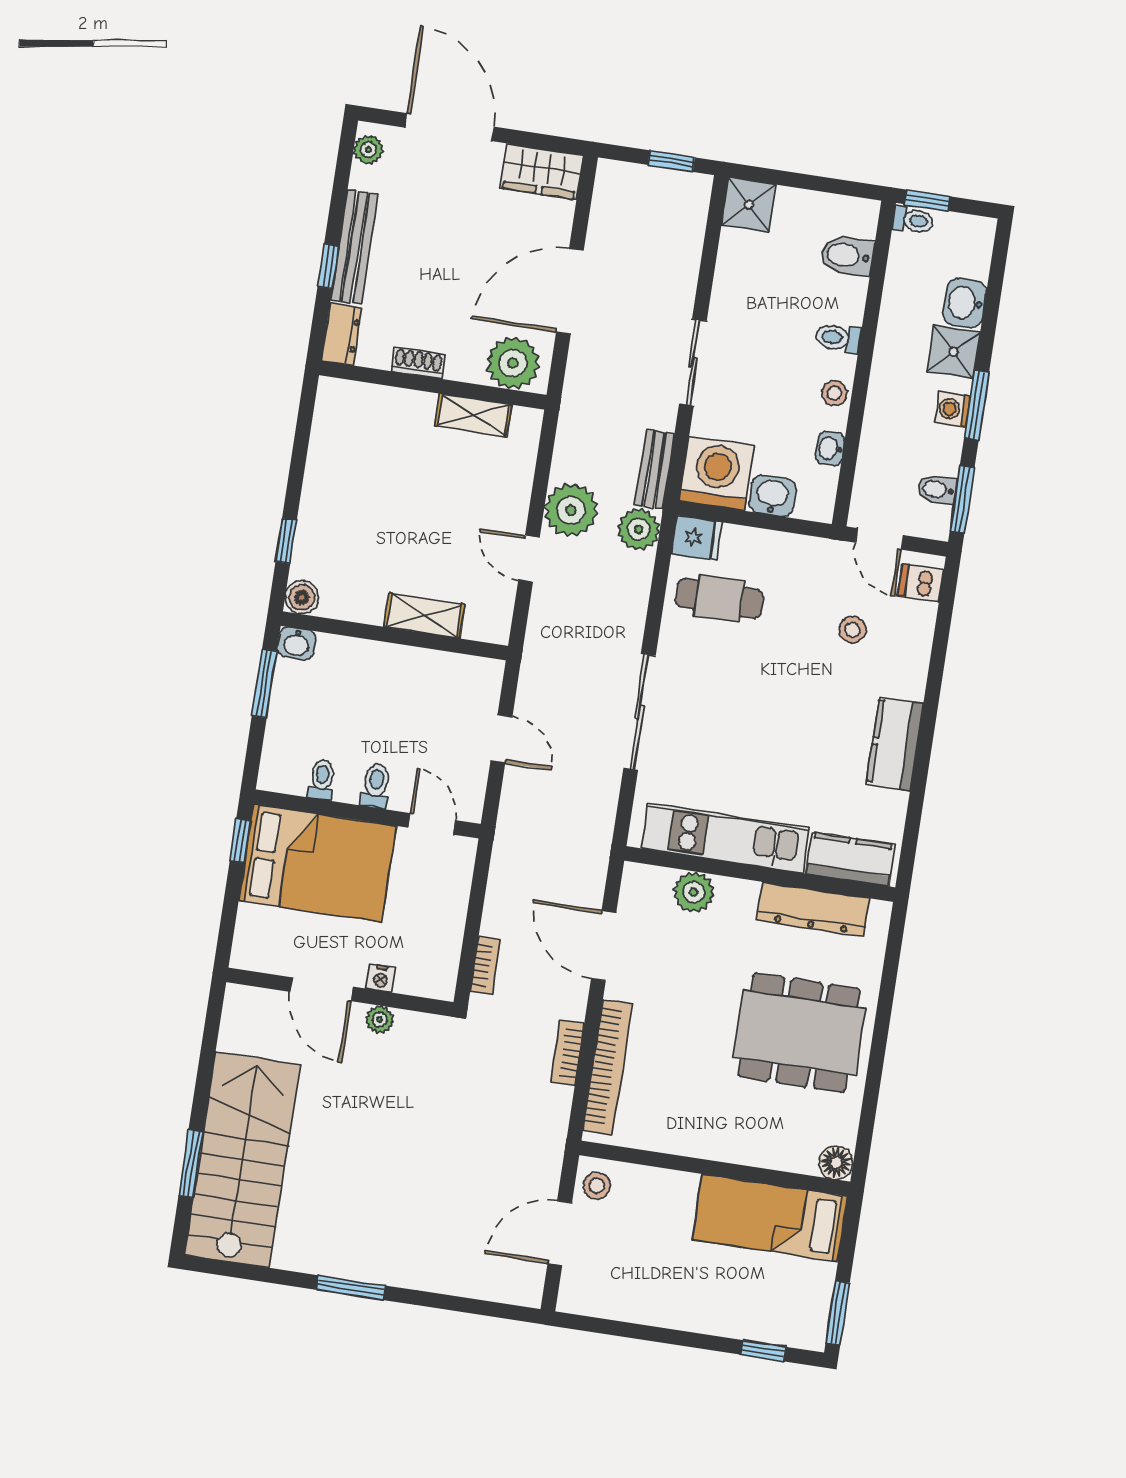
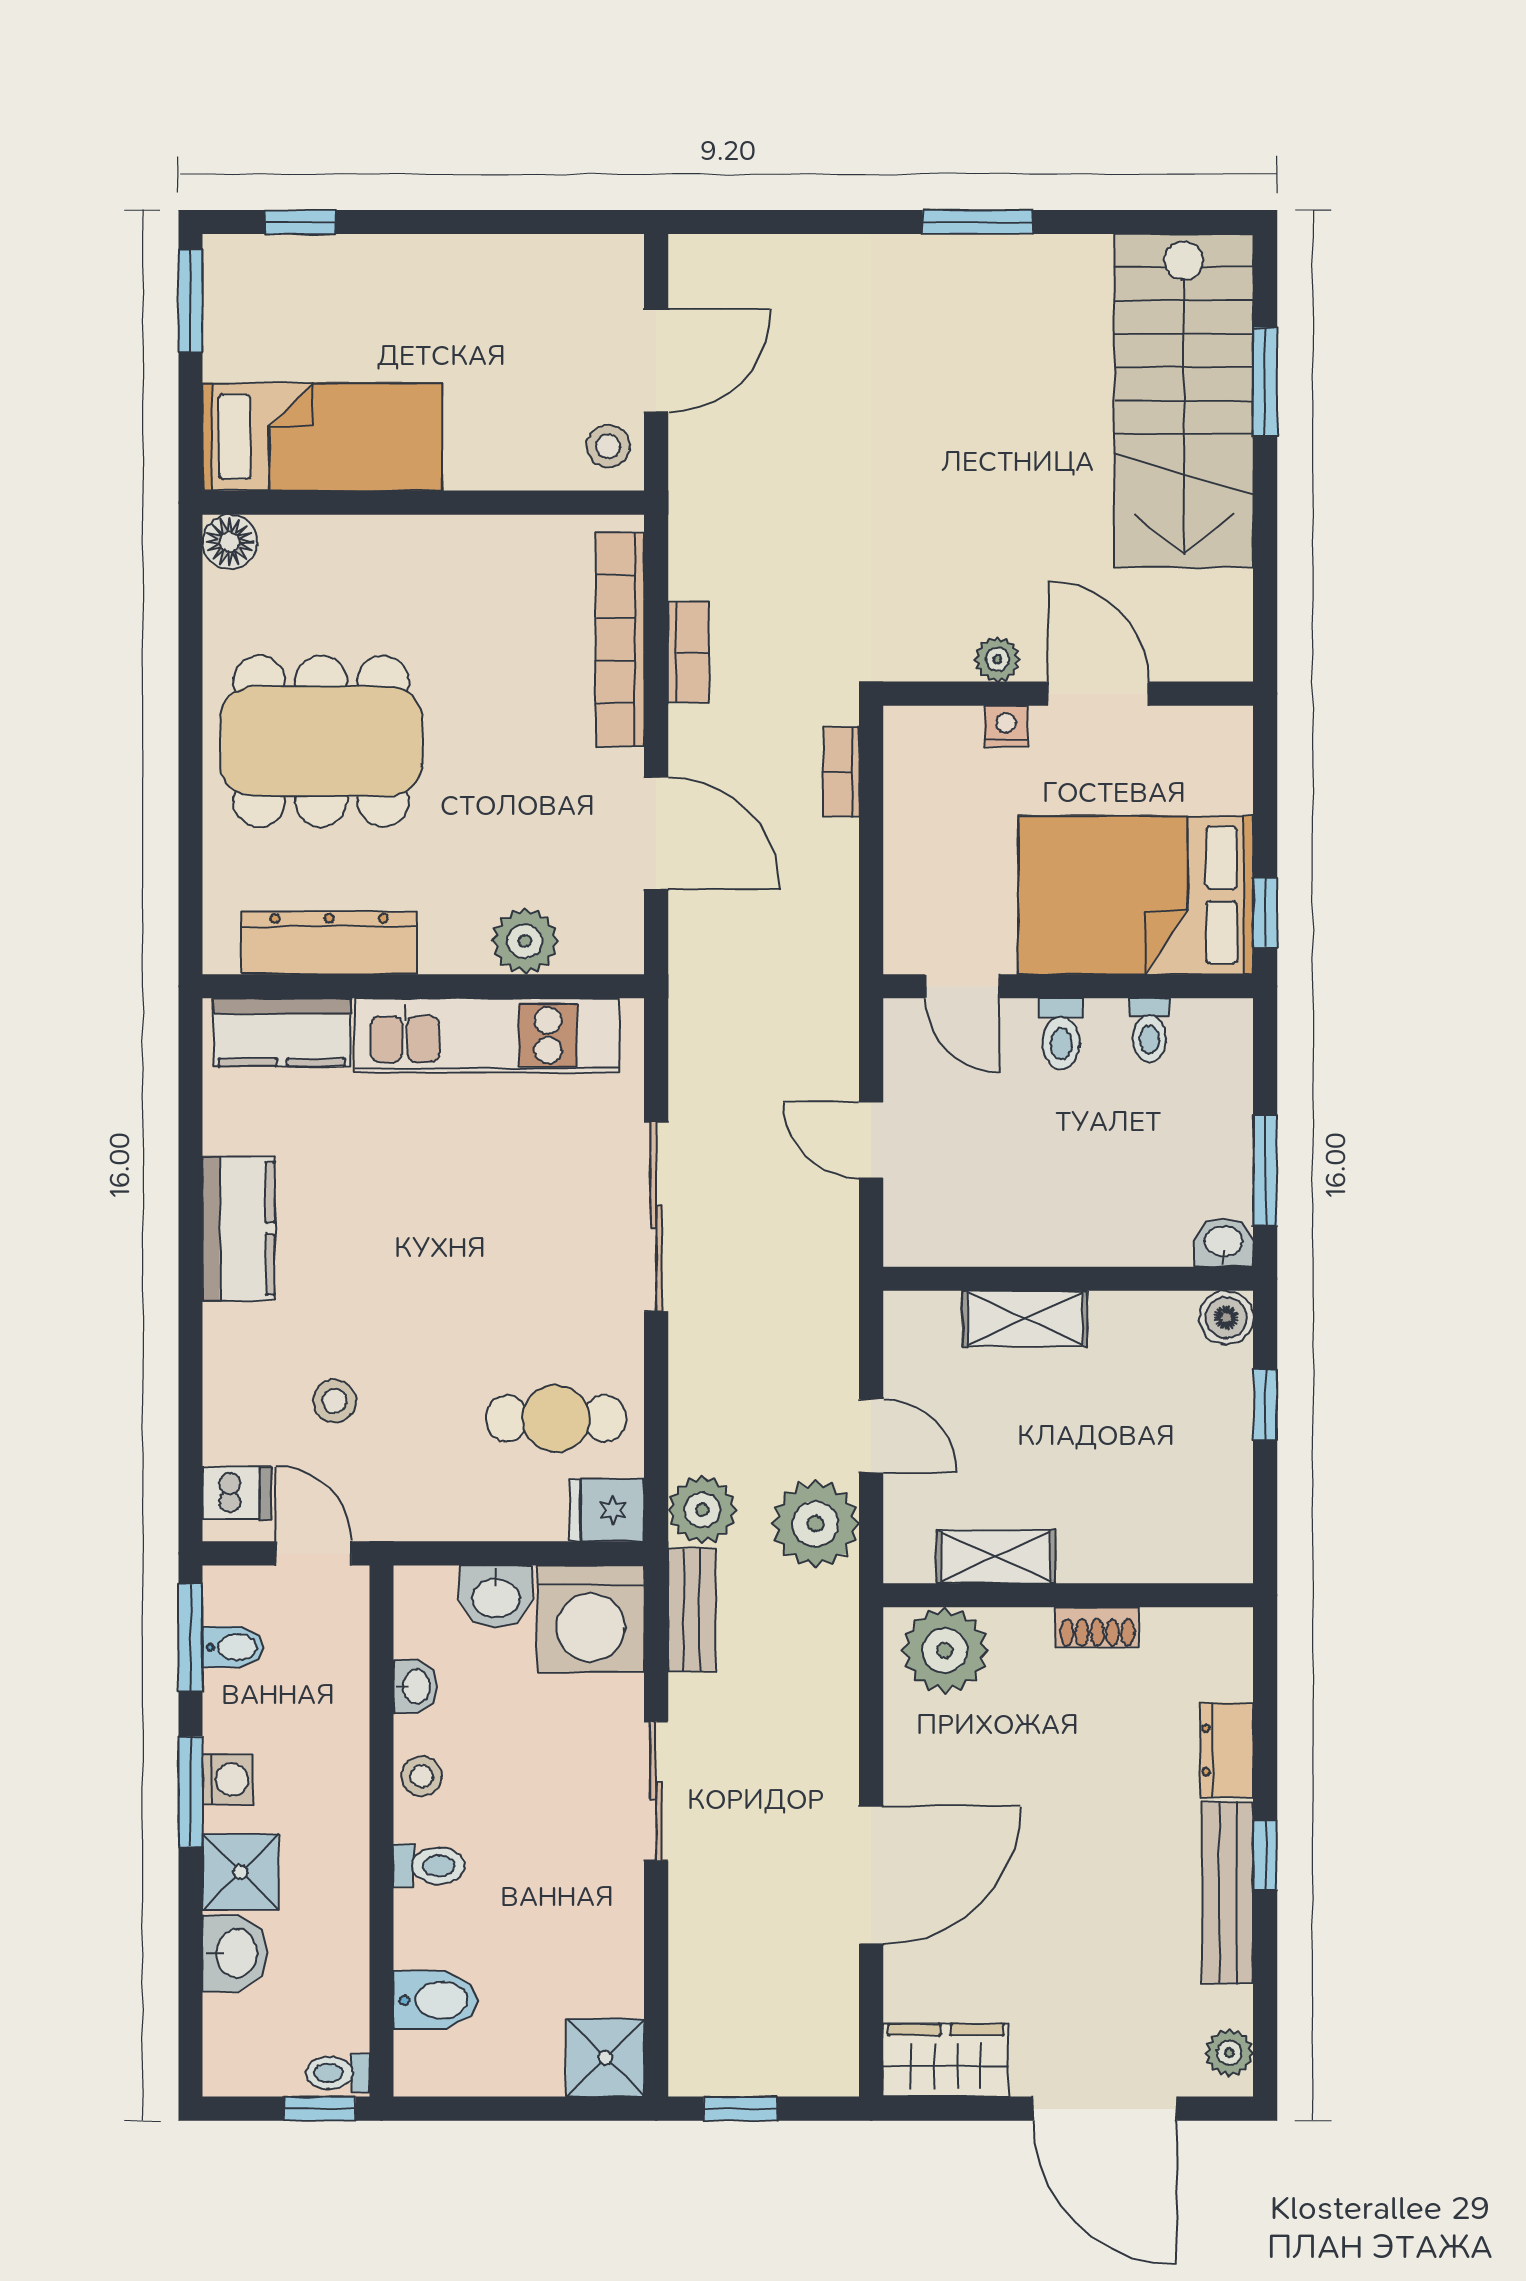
shoe rack: (418, 363) -> (1097, 1627), moved
plant: (513, 363) -> (945, 1650), moved
wall: (433, 385) -> (1068, 1595), moved
shelving: (473, 415) -> (996, 1557), moved

